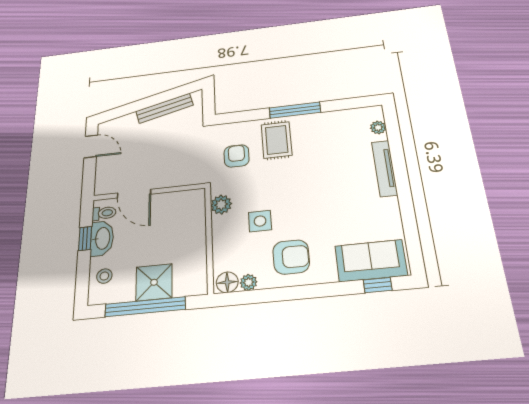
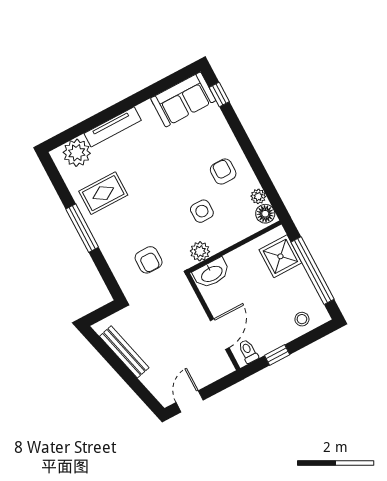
plant: (378, 127) -> (77, 153), width x1.88, depth x1.88
rug: (277, 140) -> (103, 193), moved
armchair: (237, 156) -> (149, 260), turned -90
washbasin: (102, 238) -> (212, 273), moved, turned 180
armchair: (291, 257) -> (223, 172), width x0.72, depth x0.72
sofa: (371, 261) -> (183, 99), moved, turned -90
shower: (154, 282) -> (280, 256), moved

